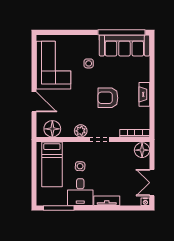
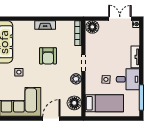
double door: (152, 183) -> (120, 19), swing flipped

